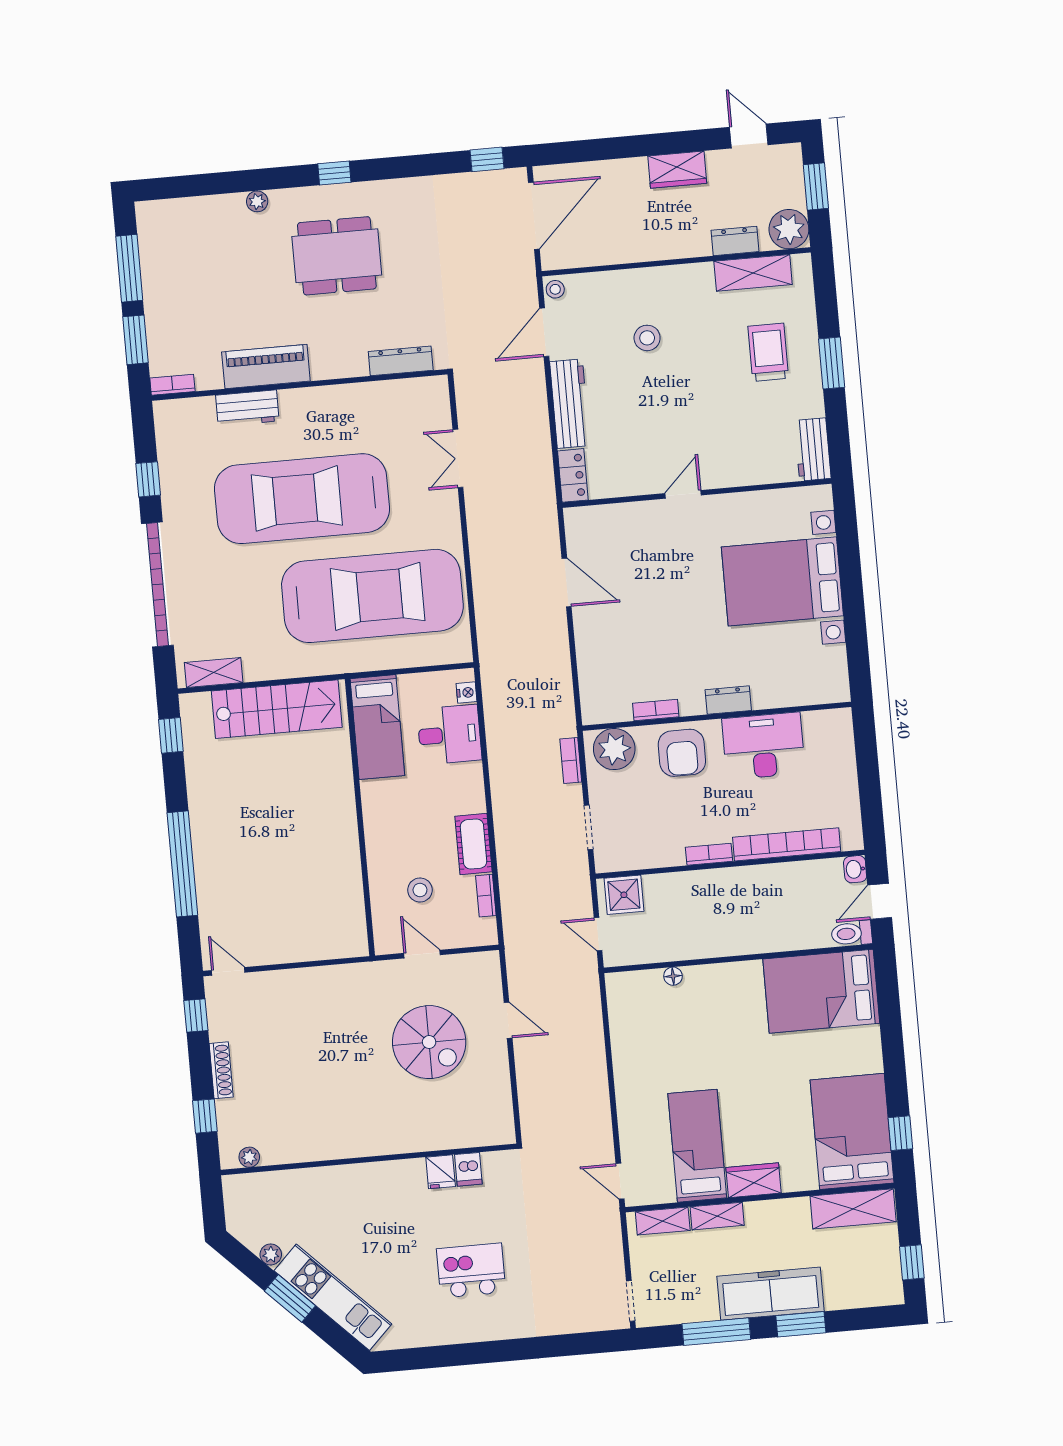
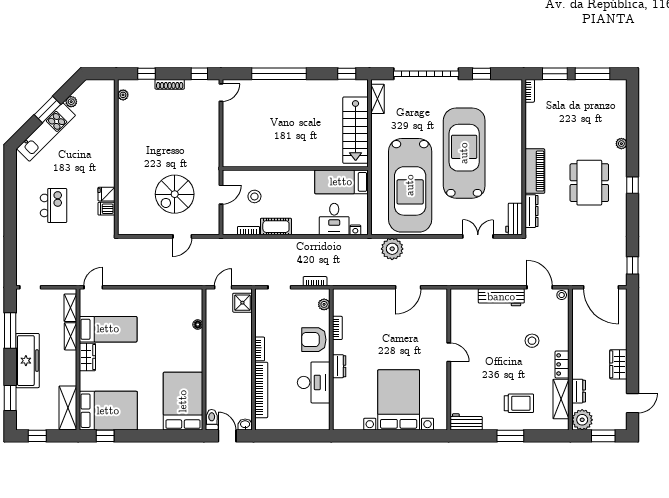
piano: (266, 367) -> (535, 171), moved
workbench: (247, 408) -> (514, 219), moved
locker: (573, 475) -> (562, 364), moved, turned 90
plant: (496, 619) -> (392, 249), added
plant: (614, 749) -> (324, 304), width x0.53, depth x0.53
window: (801, 1324) -> (10, 398), moved

